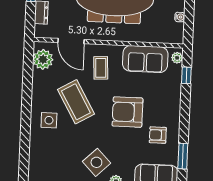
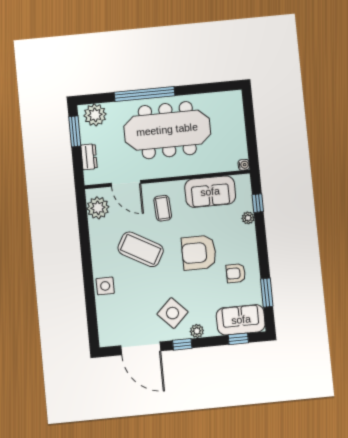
water cooler: (180, 17) -> (244, 165), moved
plant: (177, 58) -> (248, 218), moved
coffee table: (76, 102) -> (141, 249), turned -31
side table: (49, 120) -> (105, 286), moved

